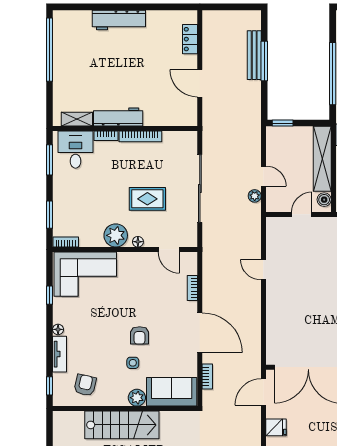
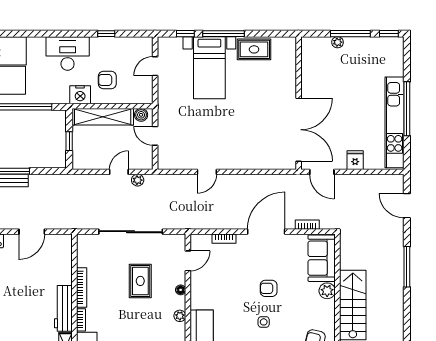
window: (283, 123) -> (69, 141), moved
plant: (116, 235) -> (180, 316), width x0.53, depth x0.53
armchair: (140, 335) -> (269, 288), turned 180
side table: (133, 363) -> (264, 322), moved

